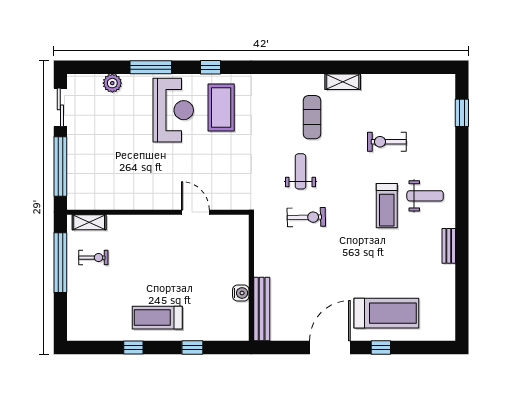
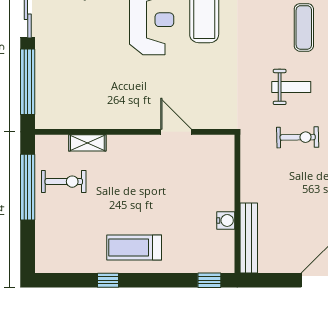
weight bench: (300, 171) -> (291, 87), turned 90
shelving: (89, 222) -> (87, 143), moved
exercise bike: (93, 258) -> (64, 182), width x1.38, depth x1.39
window: (192, 347) -> (209, 280), moved

